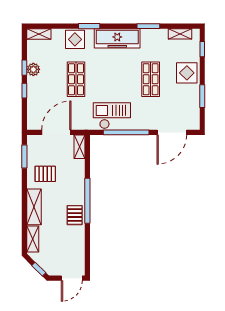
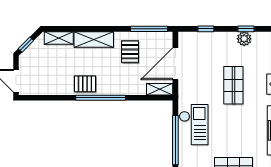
shop shelf: (76, 79) -> (233, 85), turned 90
window: (24, 91) -> (206, 29), moved
door: (56, 132) -> (175, 64), swing flipped
window: (24, 156) -> (149, 29), width x1.44

